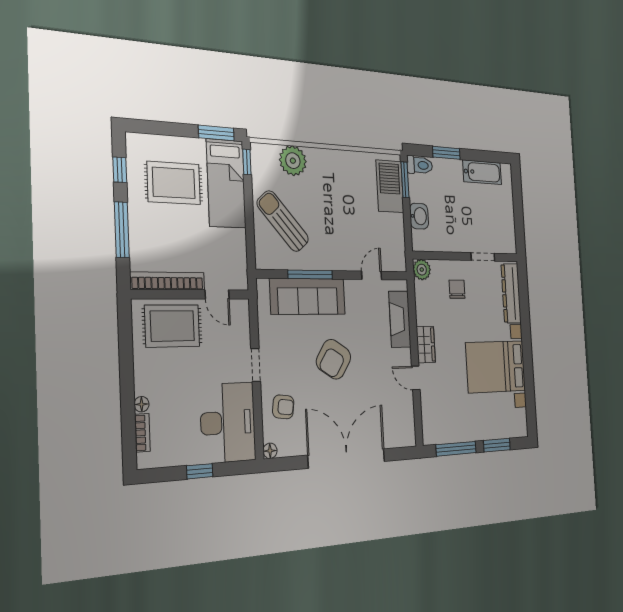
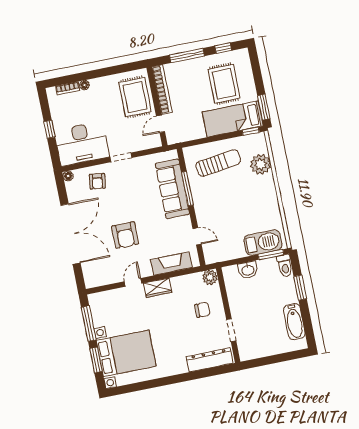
sun lounger: (283, 221) -> (218, 163), turned 33
armchair: (334, 359) -> (125, 235), moved, turned -123
bed with nightstands: (496, 367) -> (126, 353), moved, turned 90

